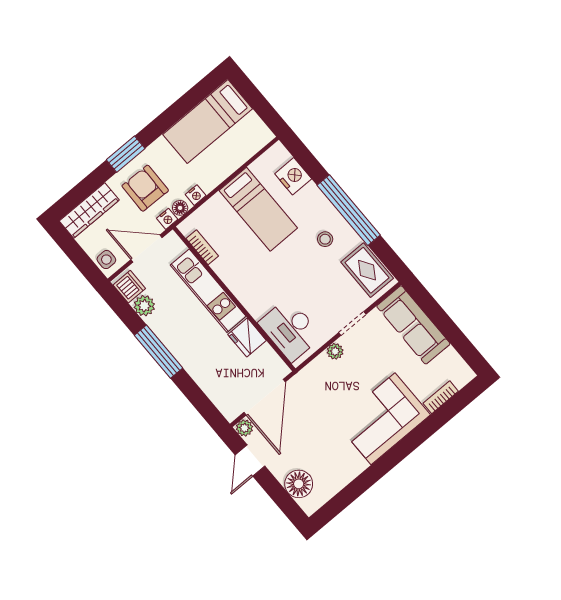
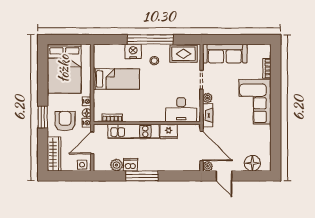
bed: (208, 122) -> (64, 69), width x1.50
nightstand: (293, 176) -> (133, 51), moved
armchair: (145, 188) -> (65, 121), turned 89
dishwasher: (129, 287) -> (130, 165), moved
fireplace: (312, 371) -> (208, 115), added

